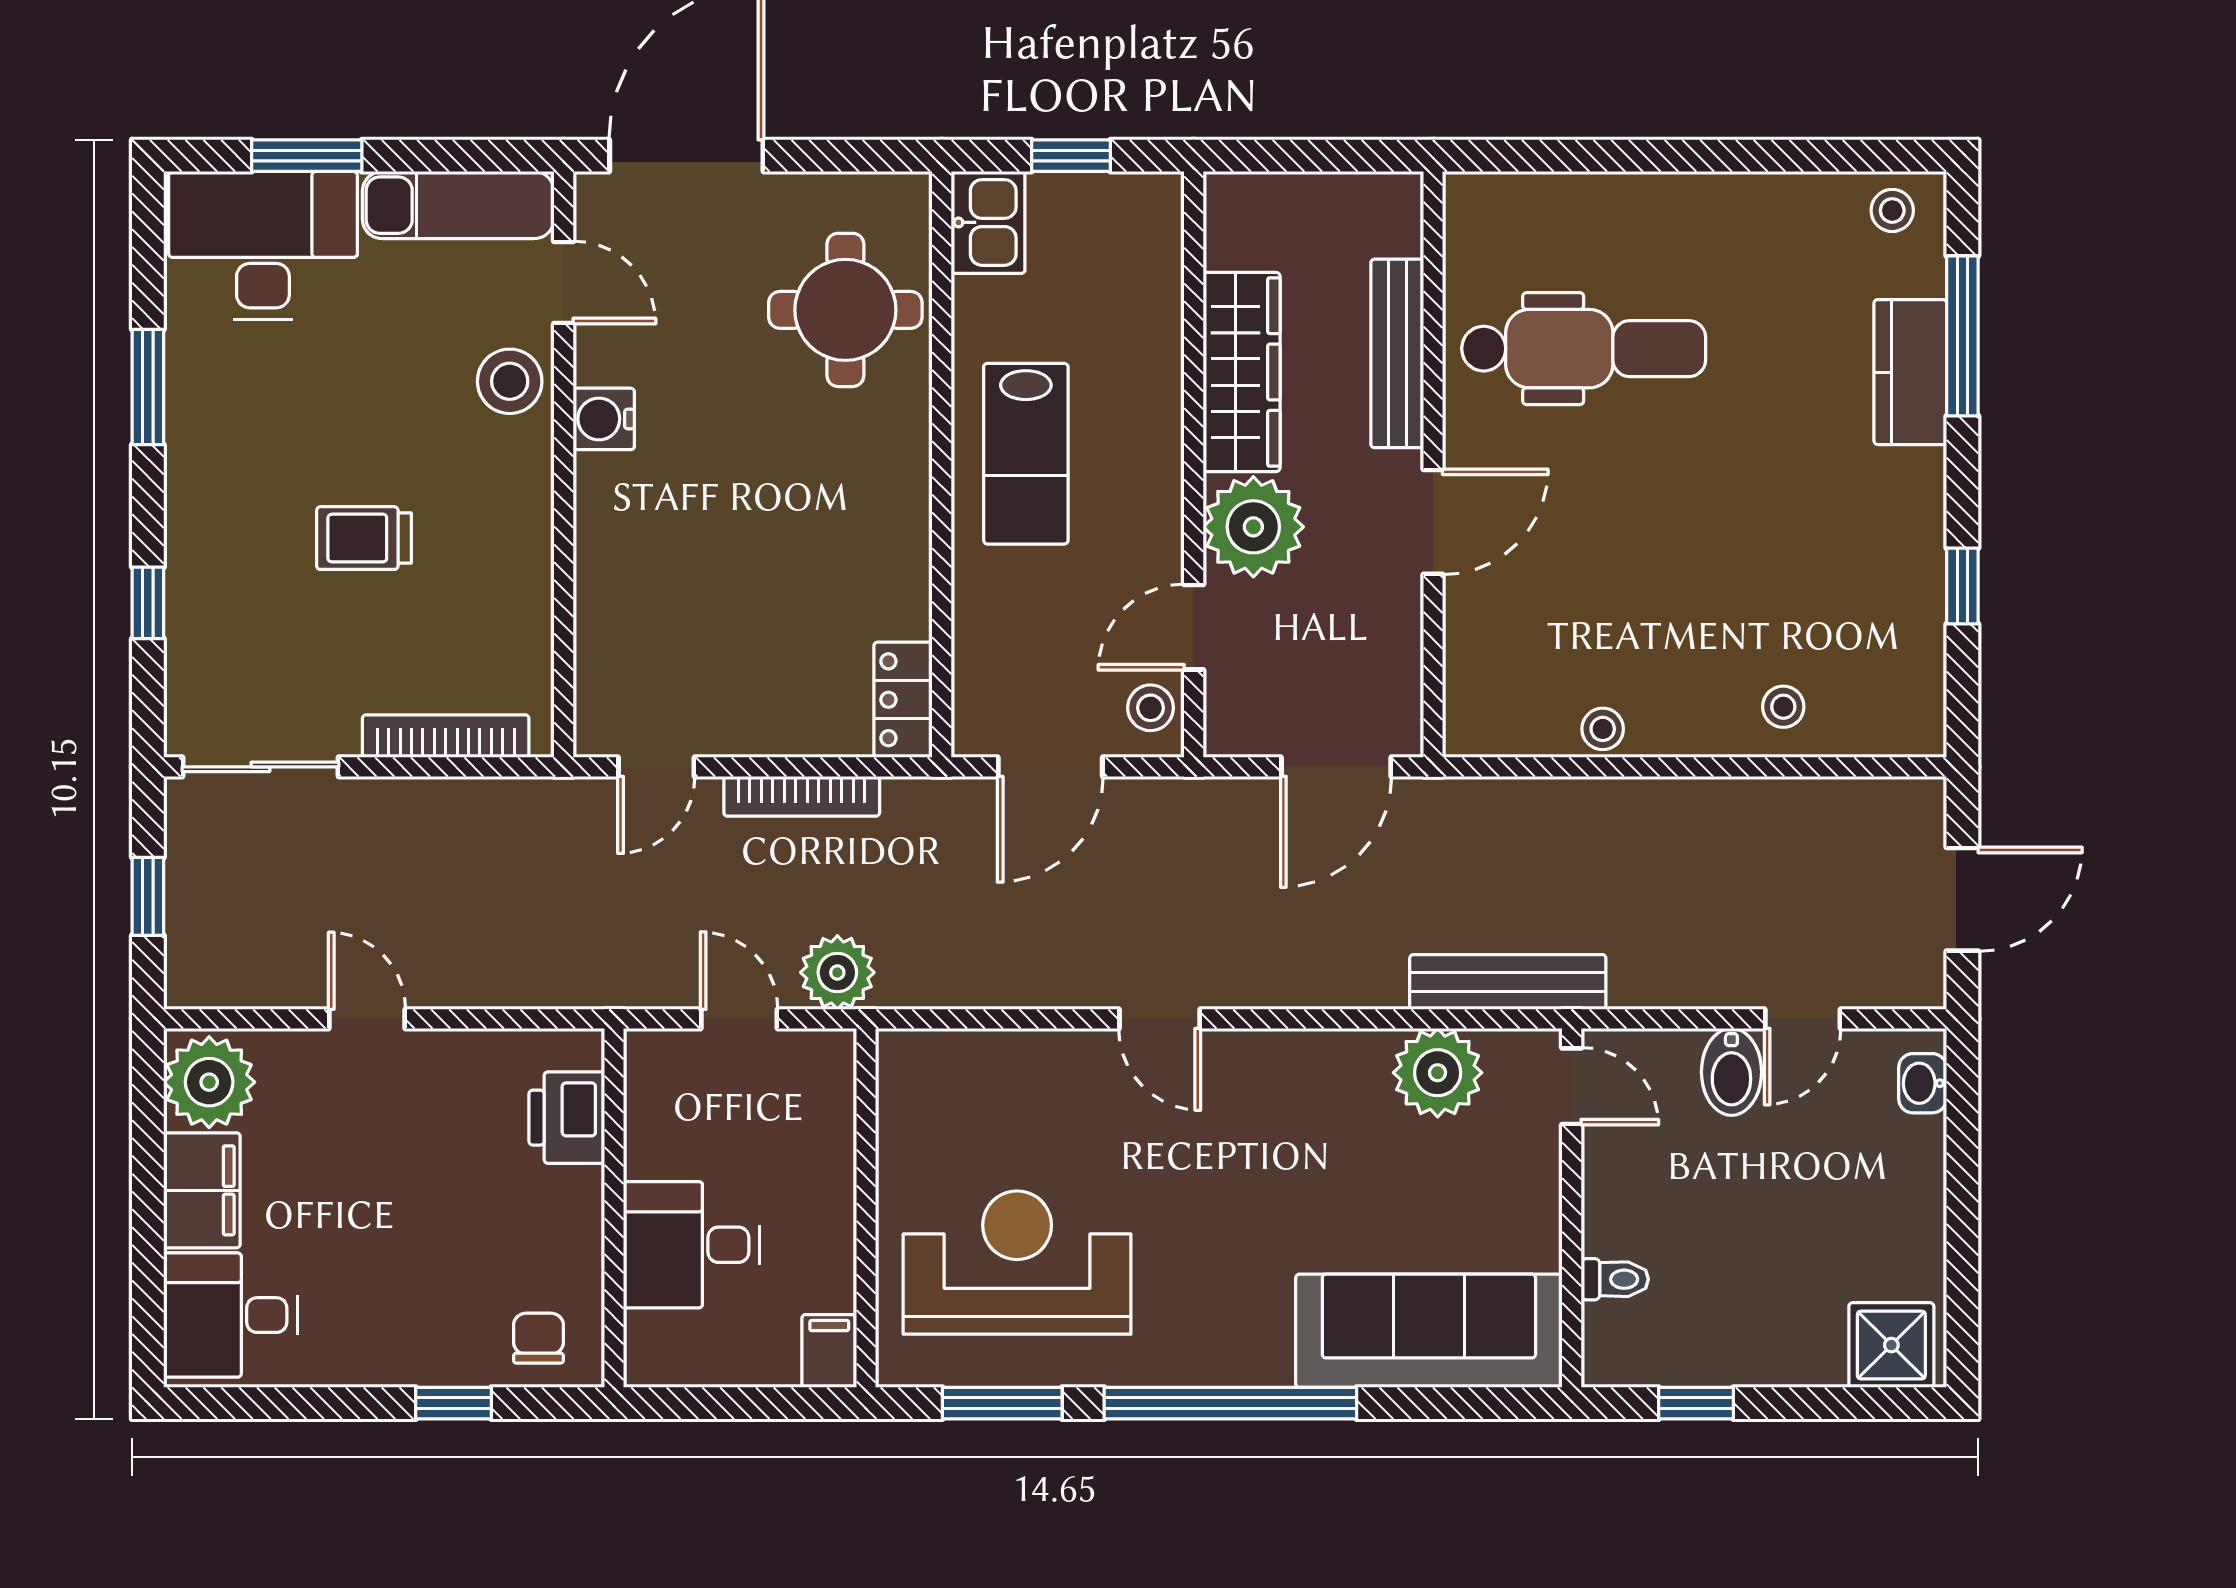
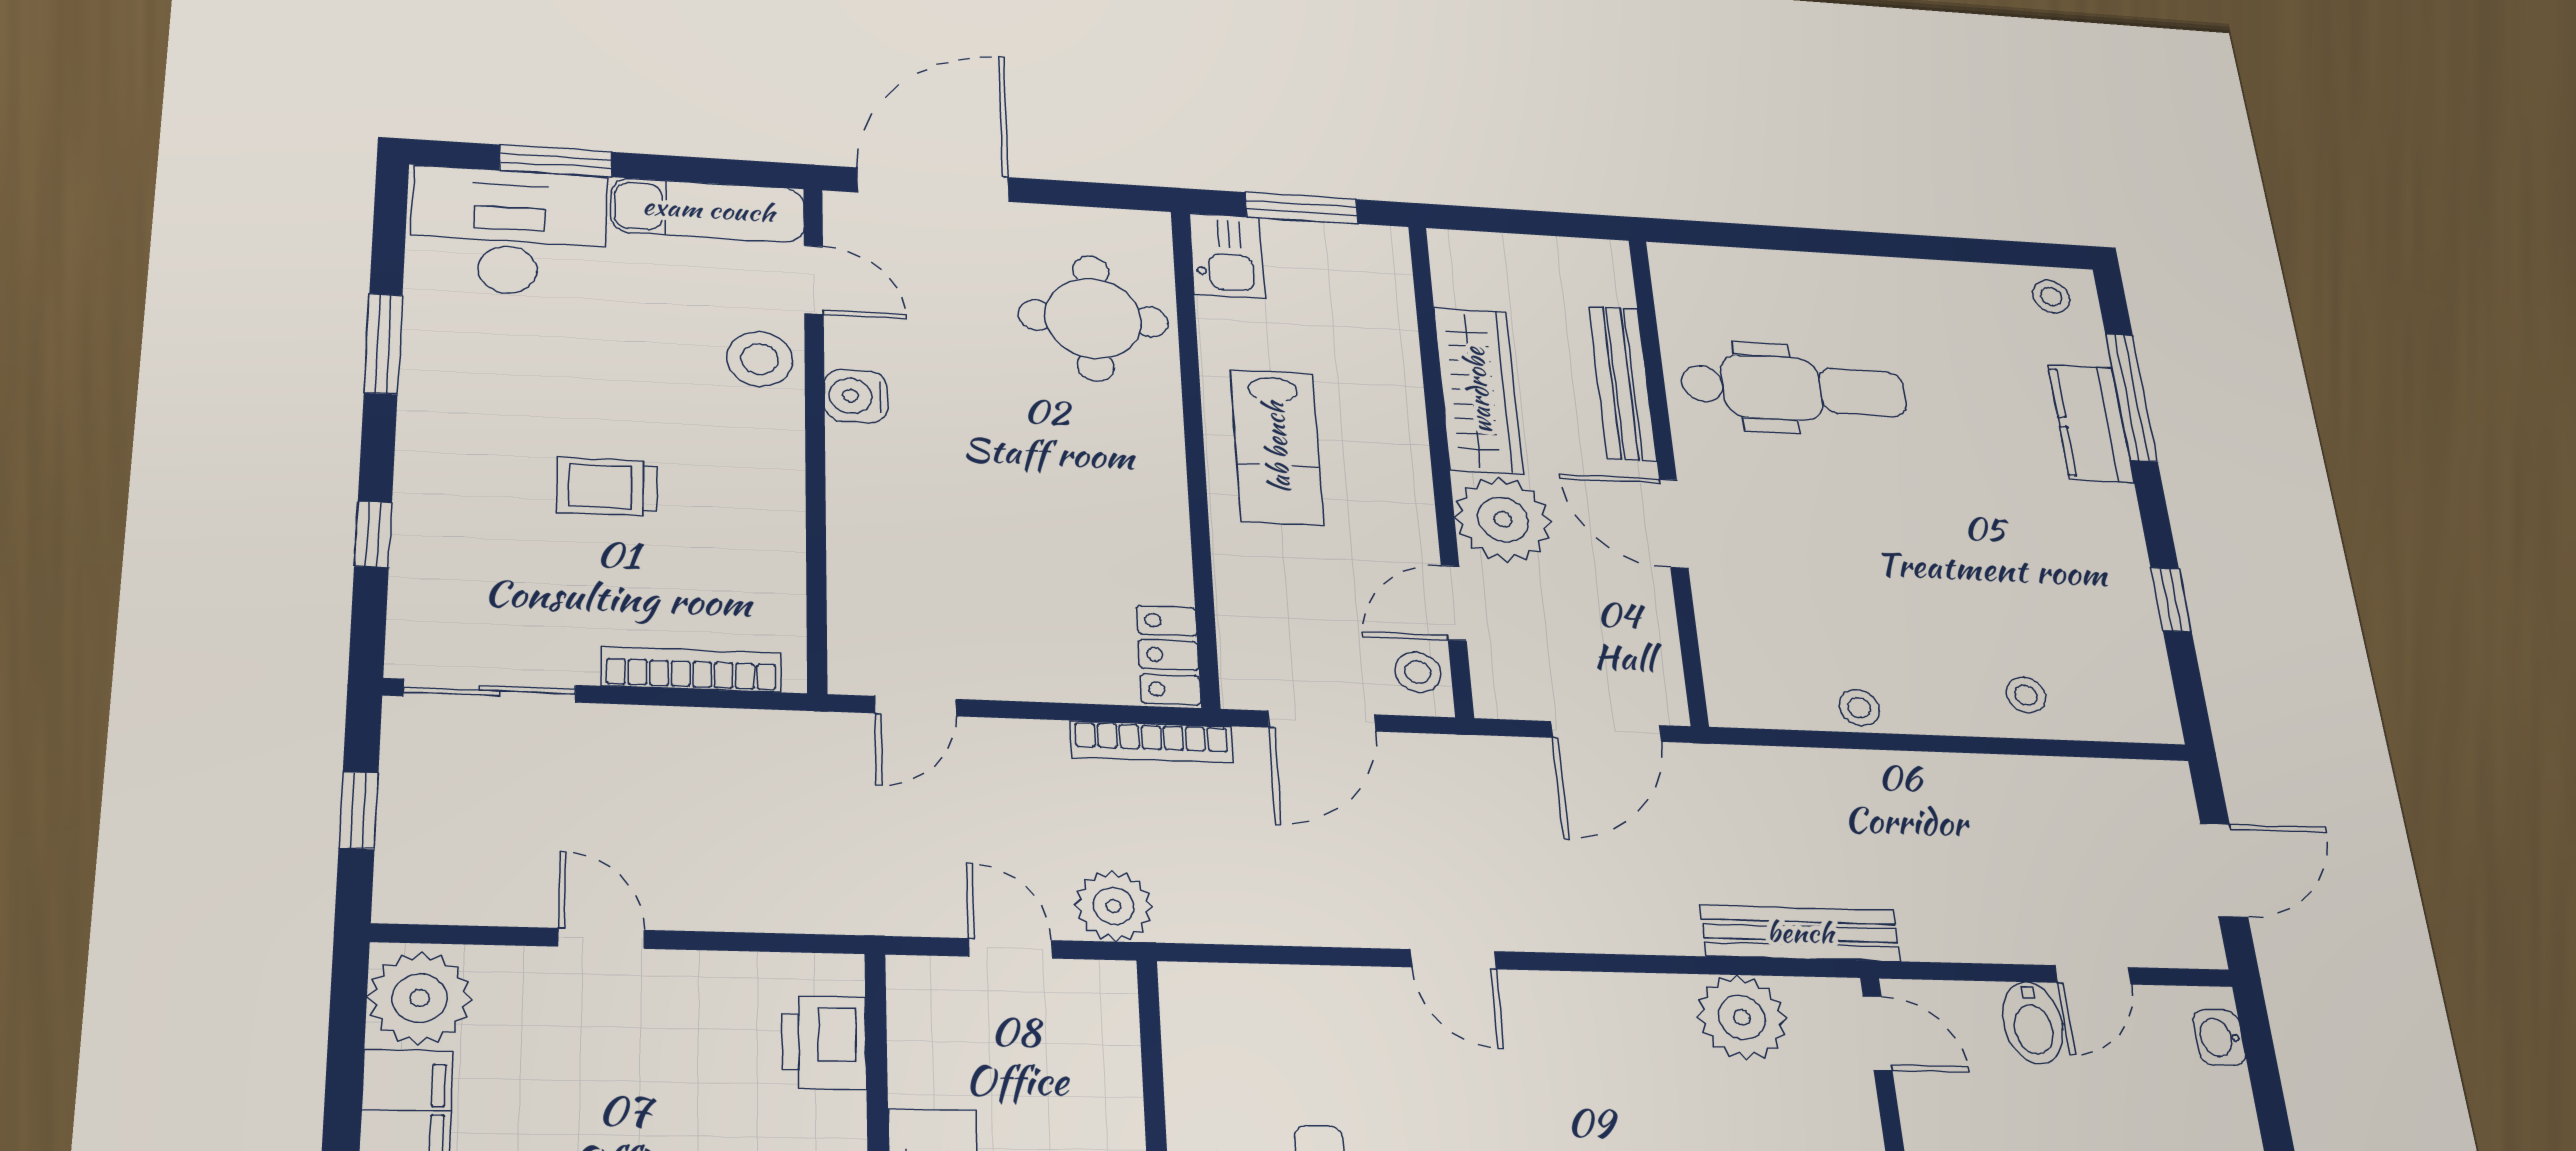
window: (1071, 156) -> (1302, 208), width x1.50
door: (1433, 522) -> (1674, 523), swing flipped
bookcase: (802, 796) -> (1152, 742), moved

